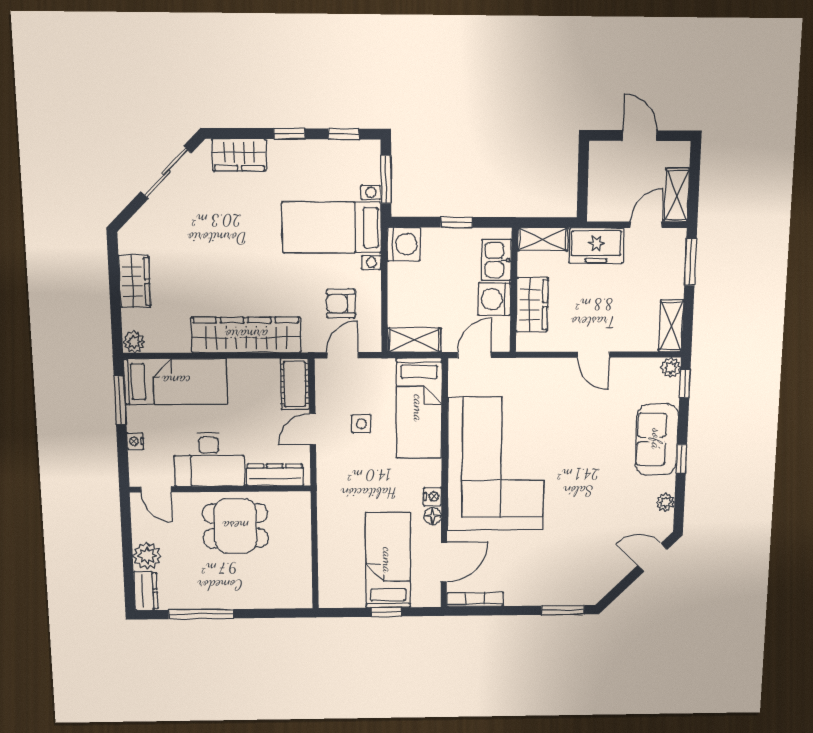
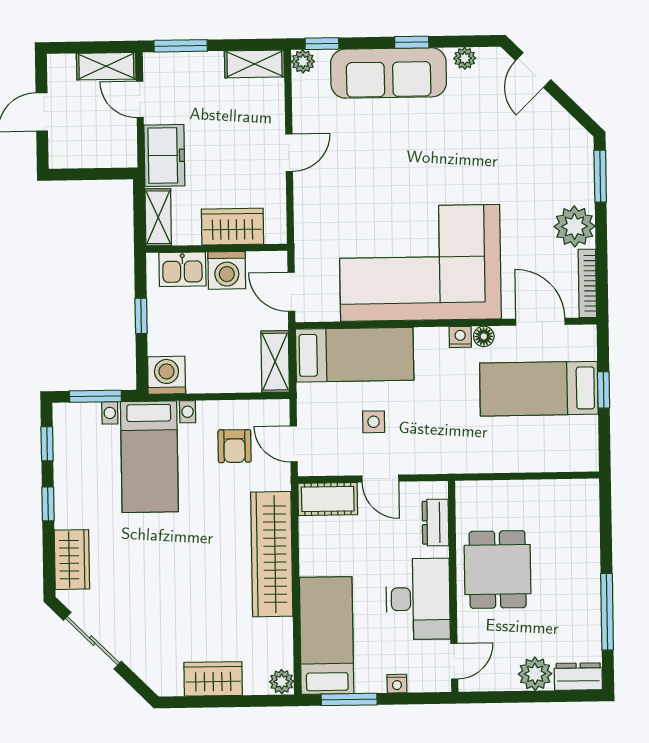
sofa: (657, 439) -> (389, 73), width x1.36
dresser: (275, 475) -> (435, 523), width x0.70
plant: (522, 590) -> (575, 226), added

